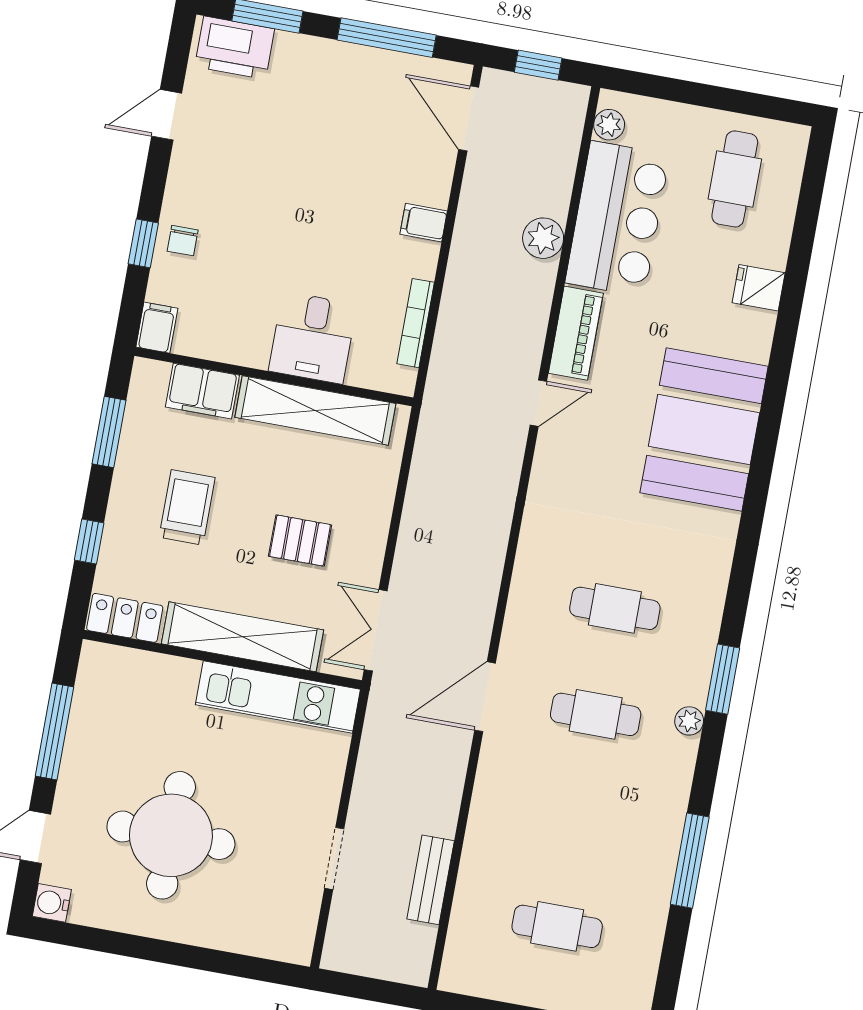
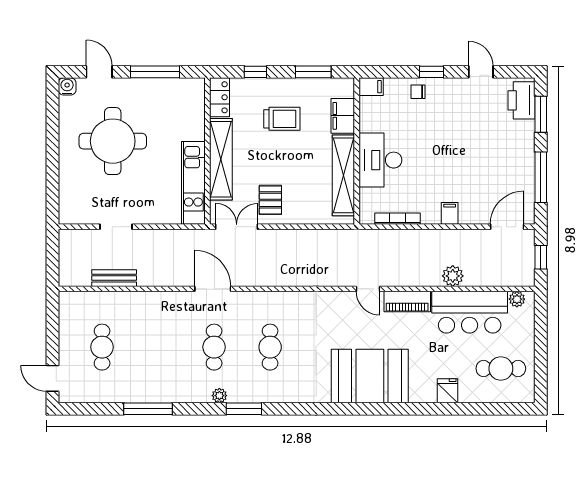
window: (143, 243) -> (432, 72), moved
desk: (313, 338) -> (380, 160), width x1.37
pallet: (300, 541) -> (270, 200), moved

